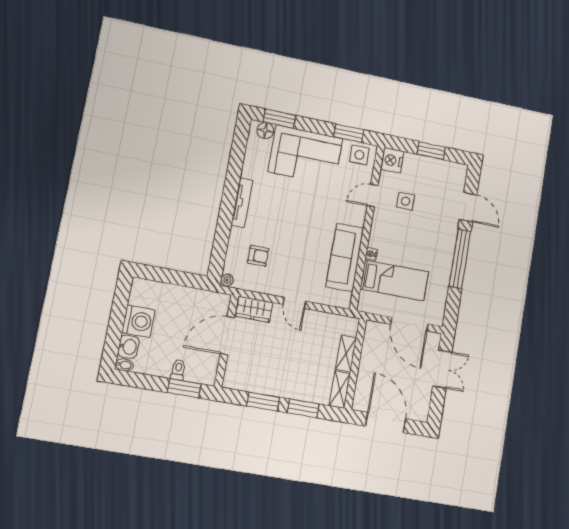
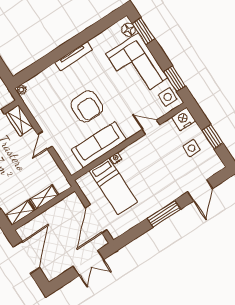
side table: (406, 201) -> (192, 148), moved
armchair: (258, 256) -> (87, 106), moved, width x1.88, depth x1.88
window: (460, 259) -> (164, 214), width x0.68

